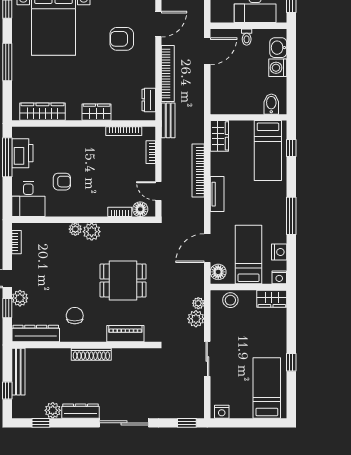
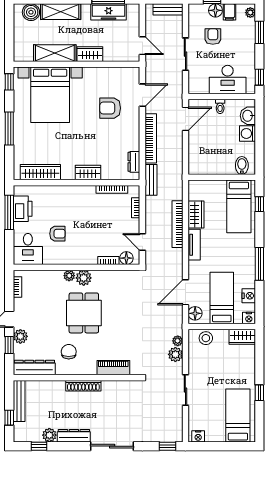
wardrobe: (219, 136) -> (196, 215), moved
dining table: (123, 281) -> (84, 313), moved, turned 90

